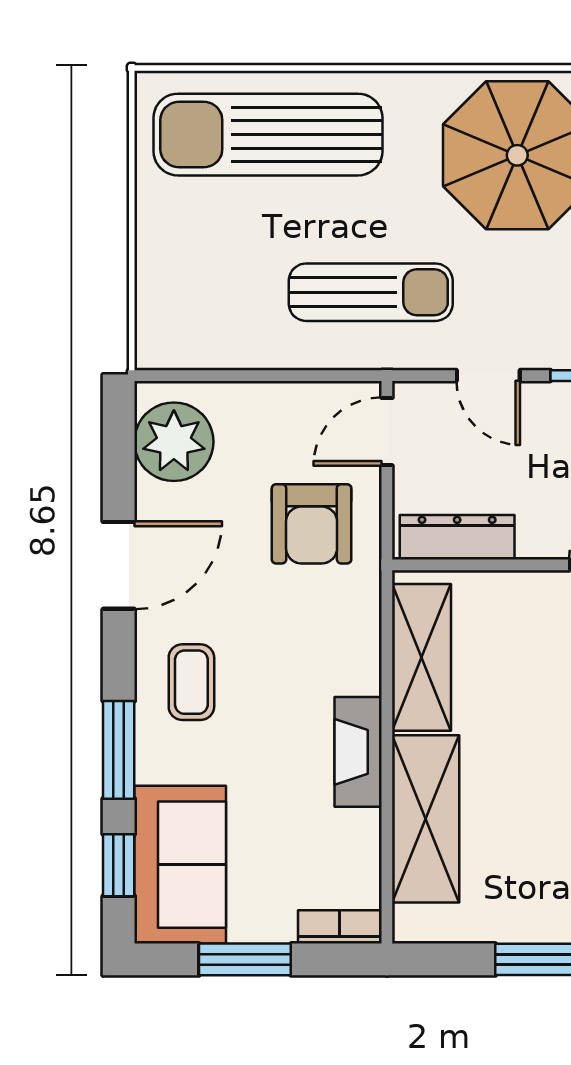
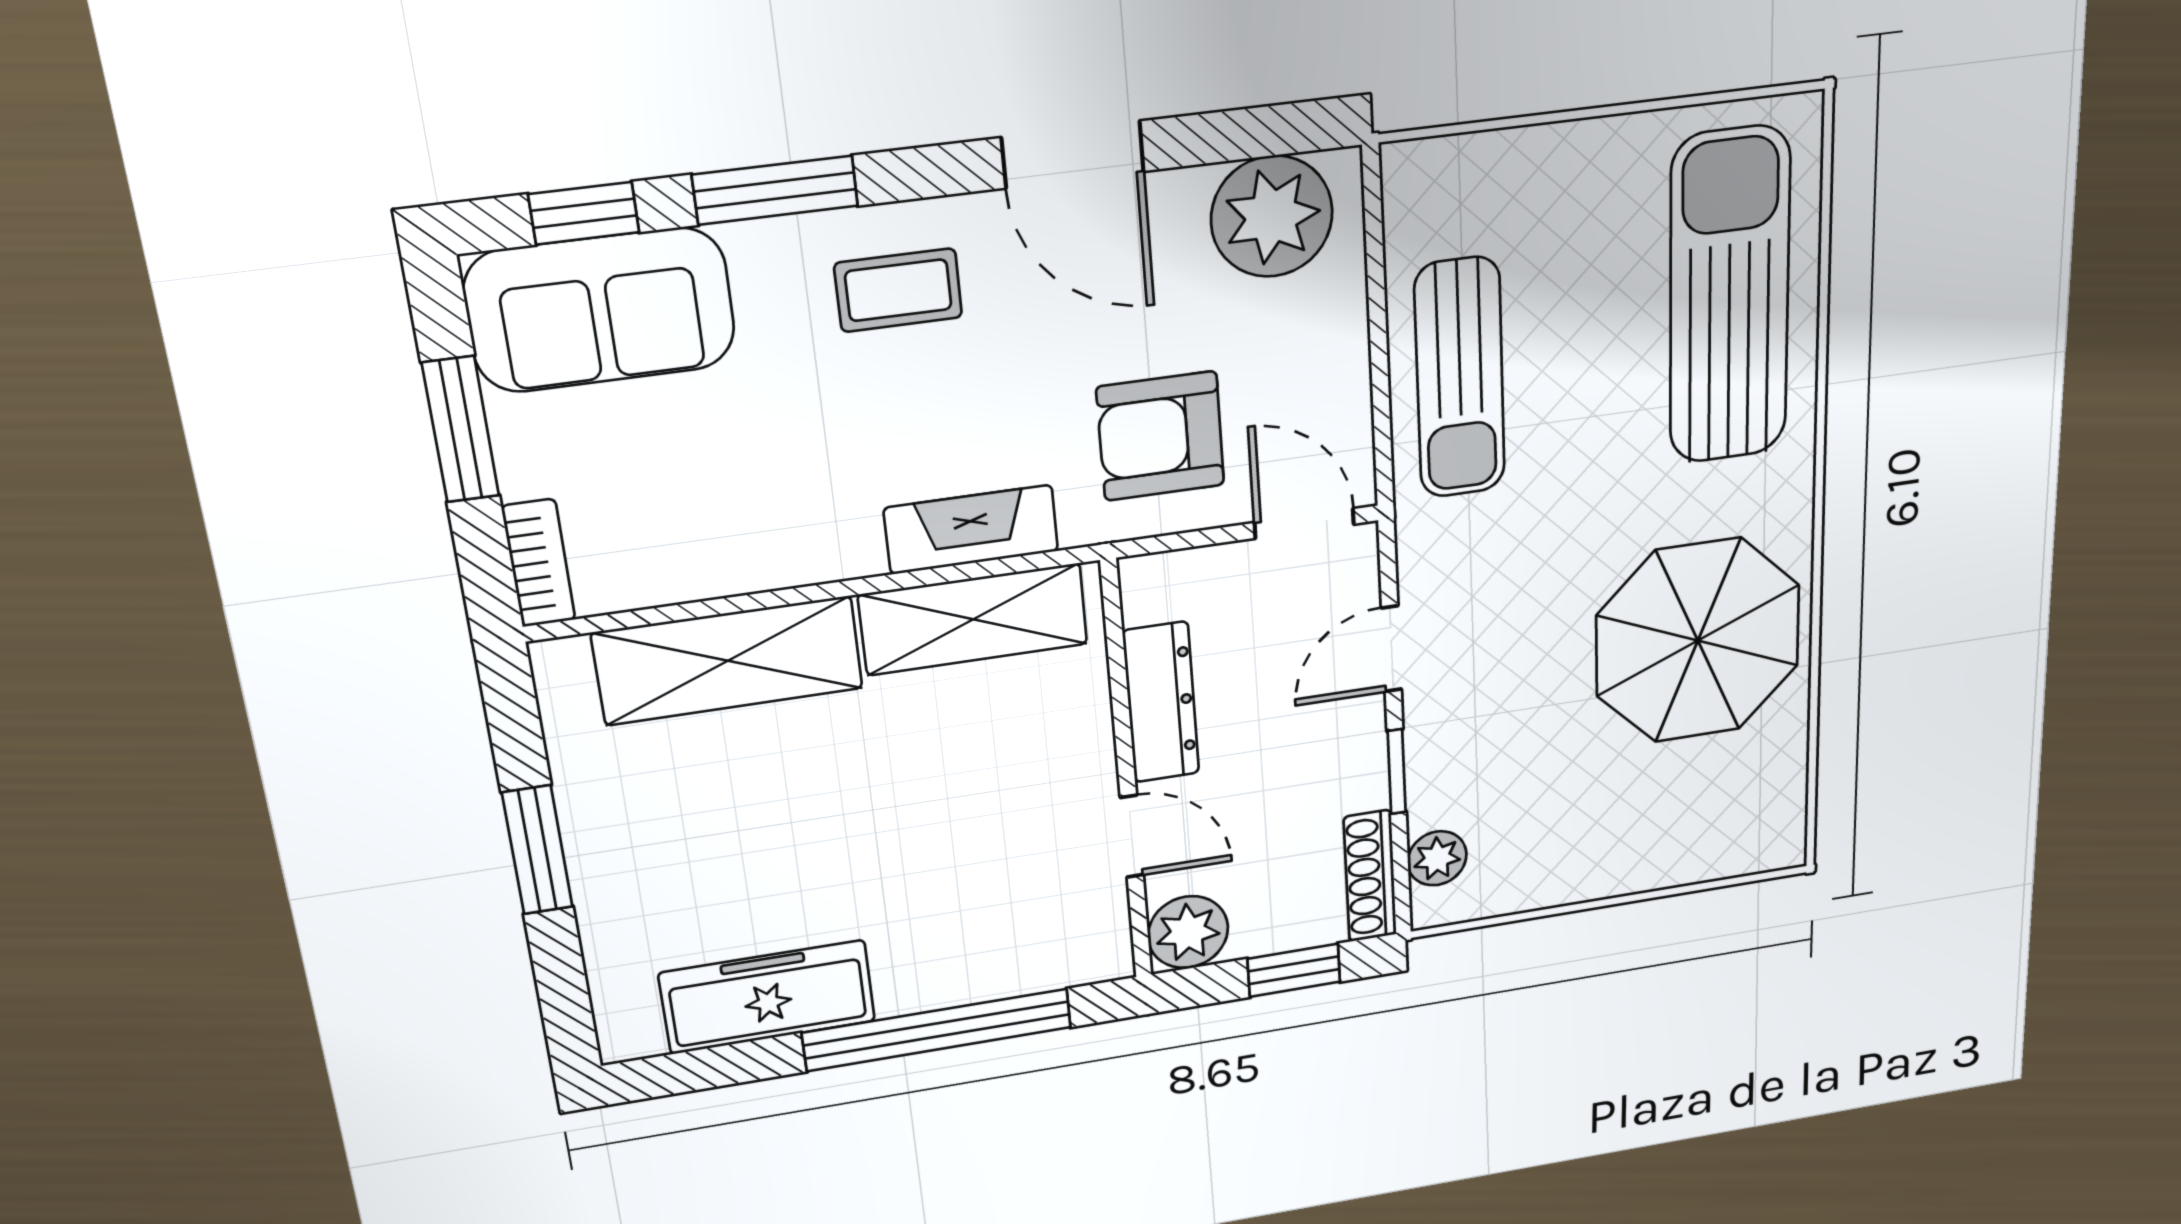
sun lounger: (371, 292) -> (1460, 378), moved
dresser: (457, 537) -> (1161, 702), moved
fireplace: (358, 752) -> (971, 530), moved

